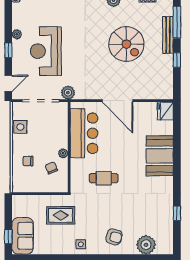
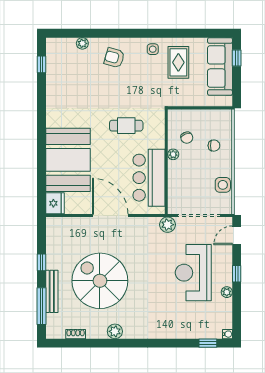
spiral stairs: (126, 44) -> (100, 281), width x1.37, depth x1.37
reception desk: (46, 51) -> (193, 273), turned 180
booth: (160, 156) -> (68, 160), width x1.36, depth x1.42
window: (177, 213) -> (42, 64), moved
rug: (61, 215) -> (178, 62), moved, turned 90
sofa: (23, 236) -> (220, 66), width x1.36
plant: (146, 245) -> (82, 43), width x0.53, depth x0.53

